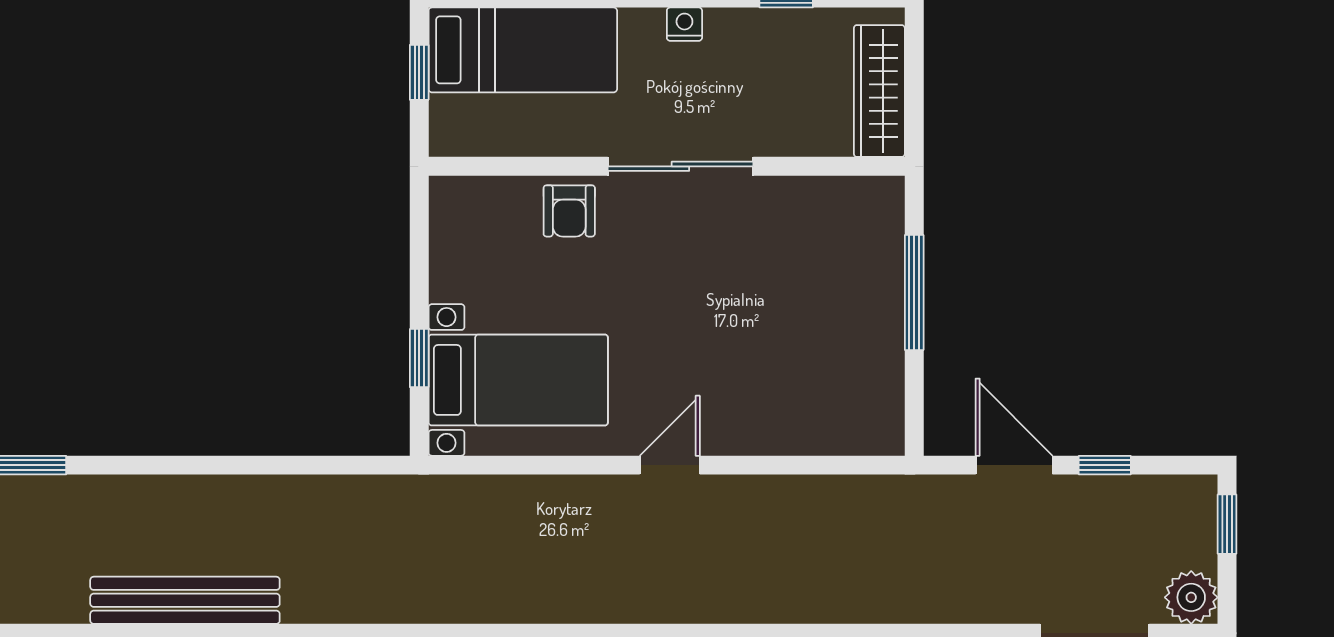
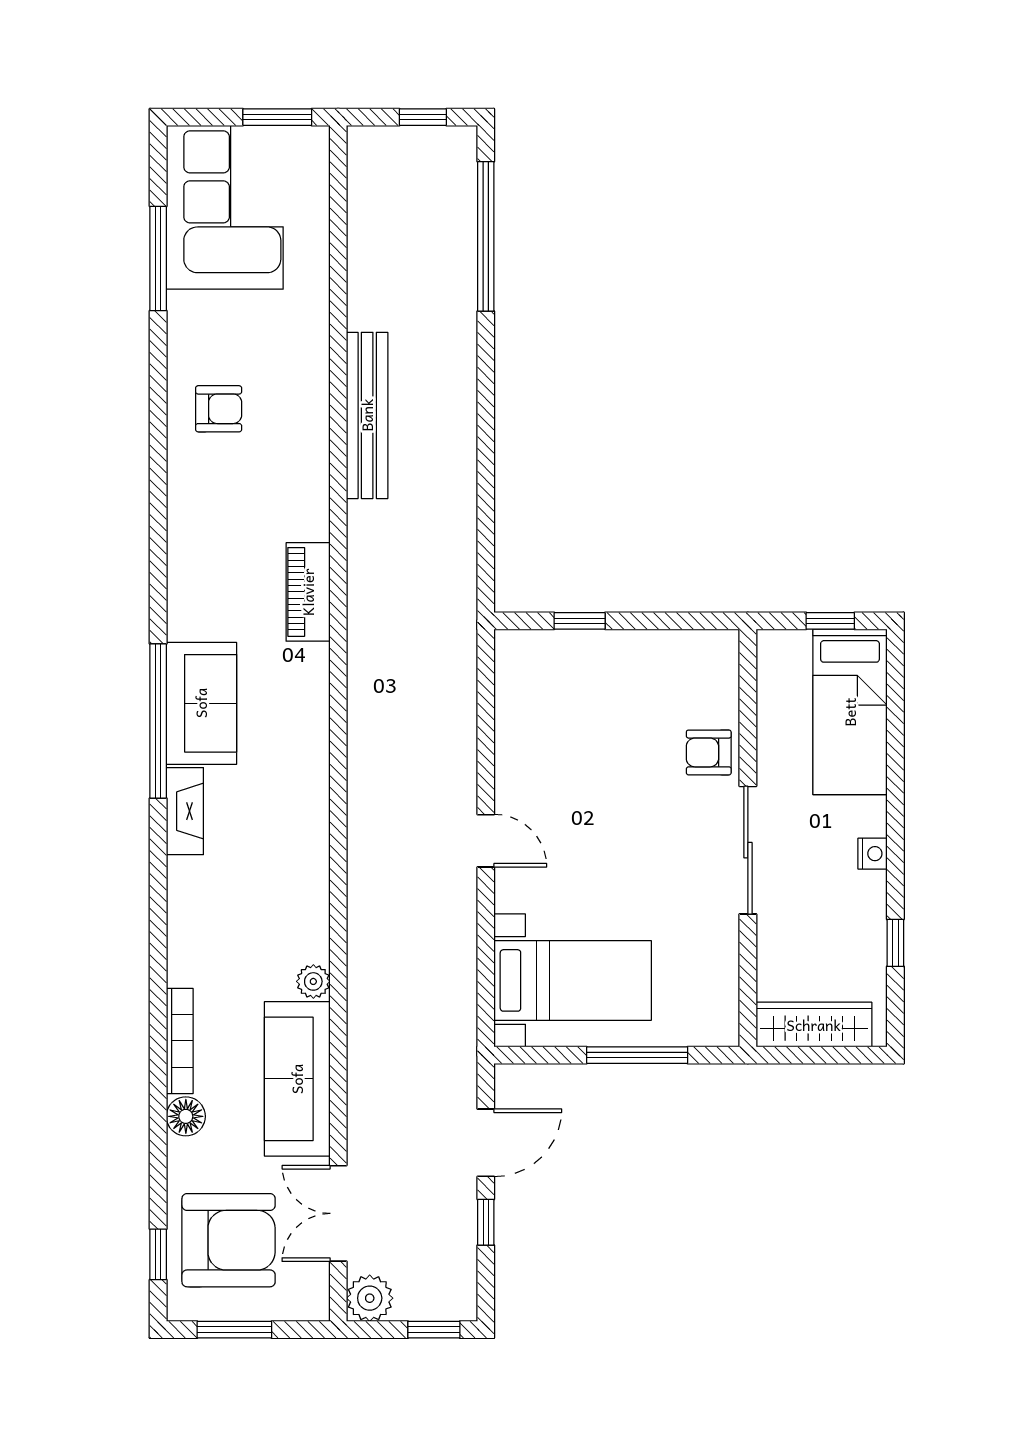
bed with nightstands: (518, 380) -> (573, 980), moved, turned -90

